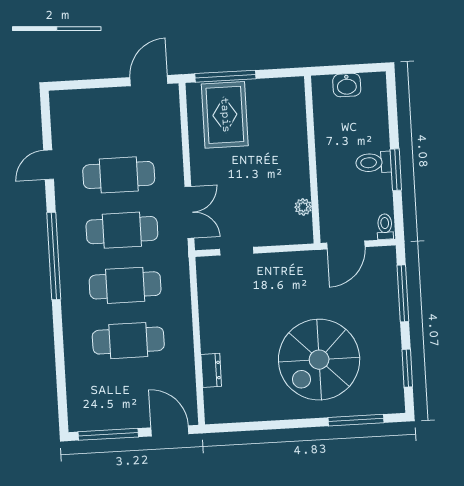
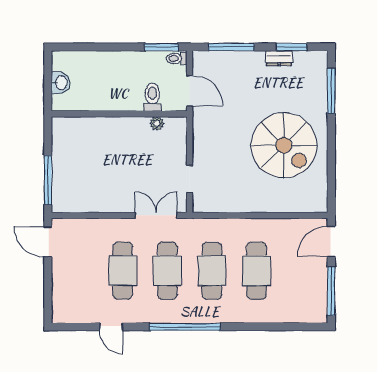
rug: (225, 115) -> (79, 182), removed
toilet: (373, 162) -> (152, 97), moved, turned 180
window: (396, 170) -> (162, 47), moved
spiral stairs: (319, 360) -> (284, 145), moved
dresser: (211, 370) -> (279, 58), moved, turned 180

